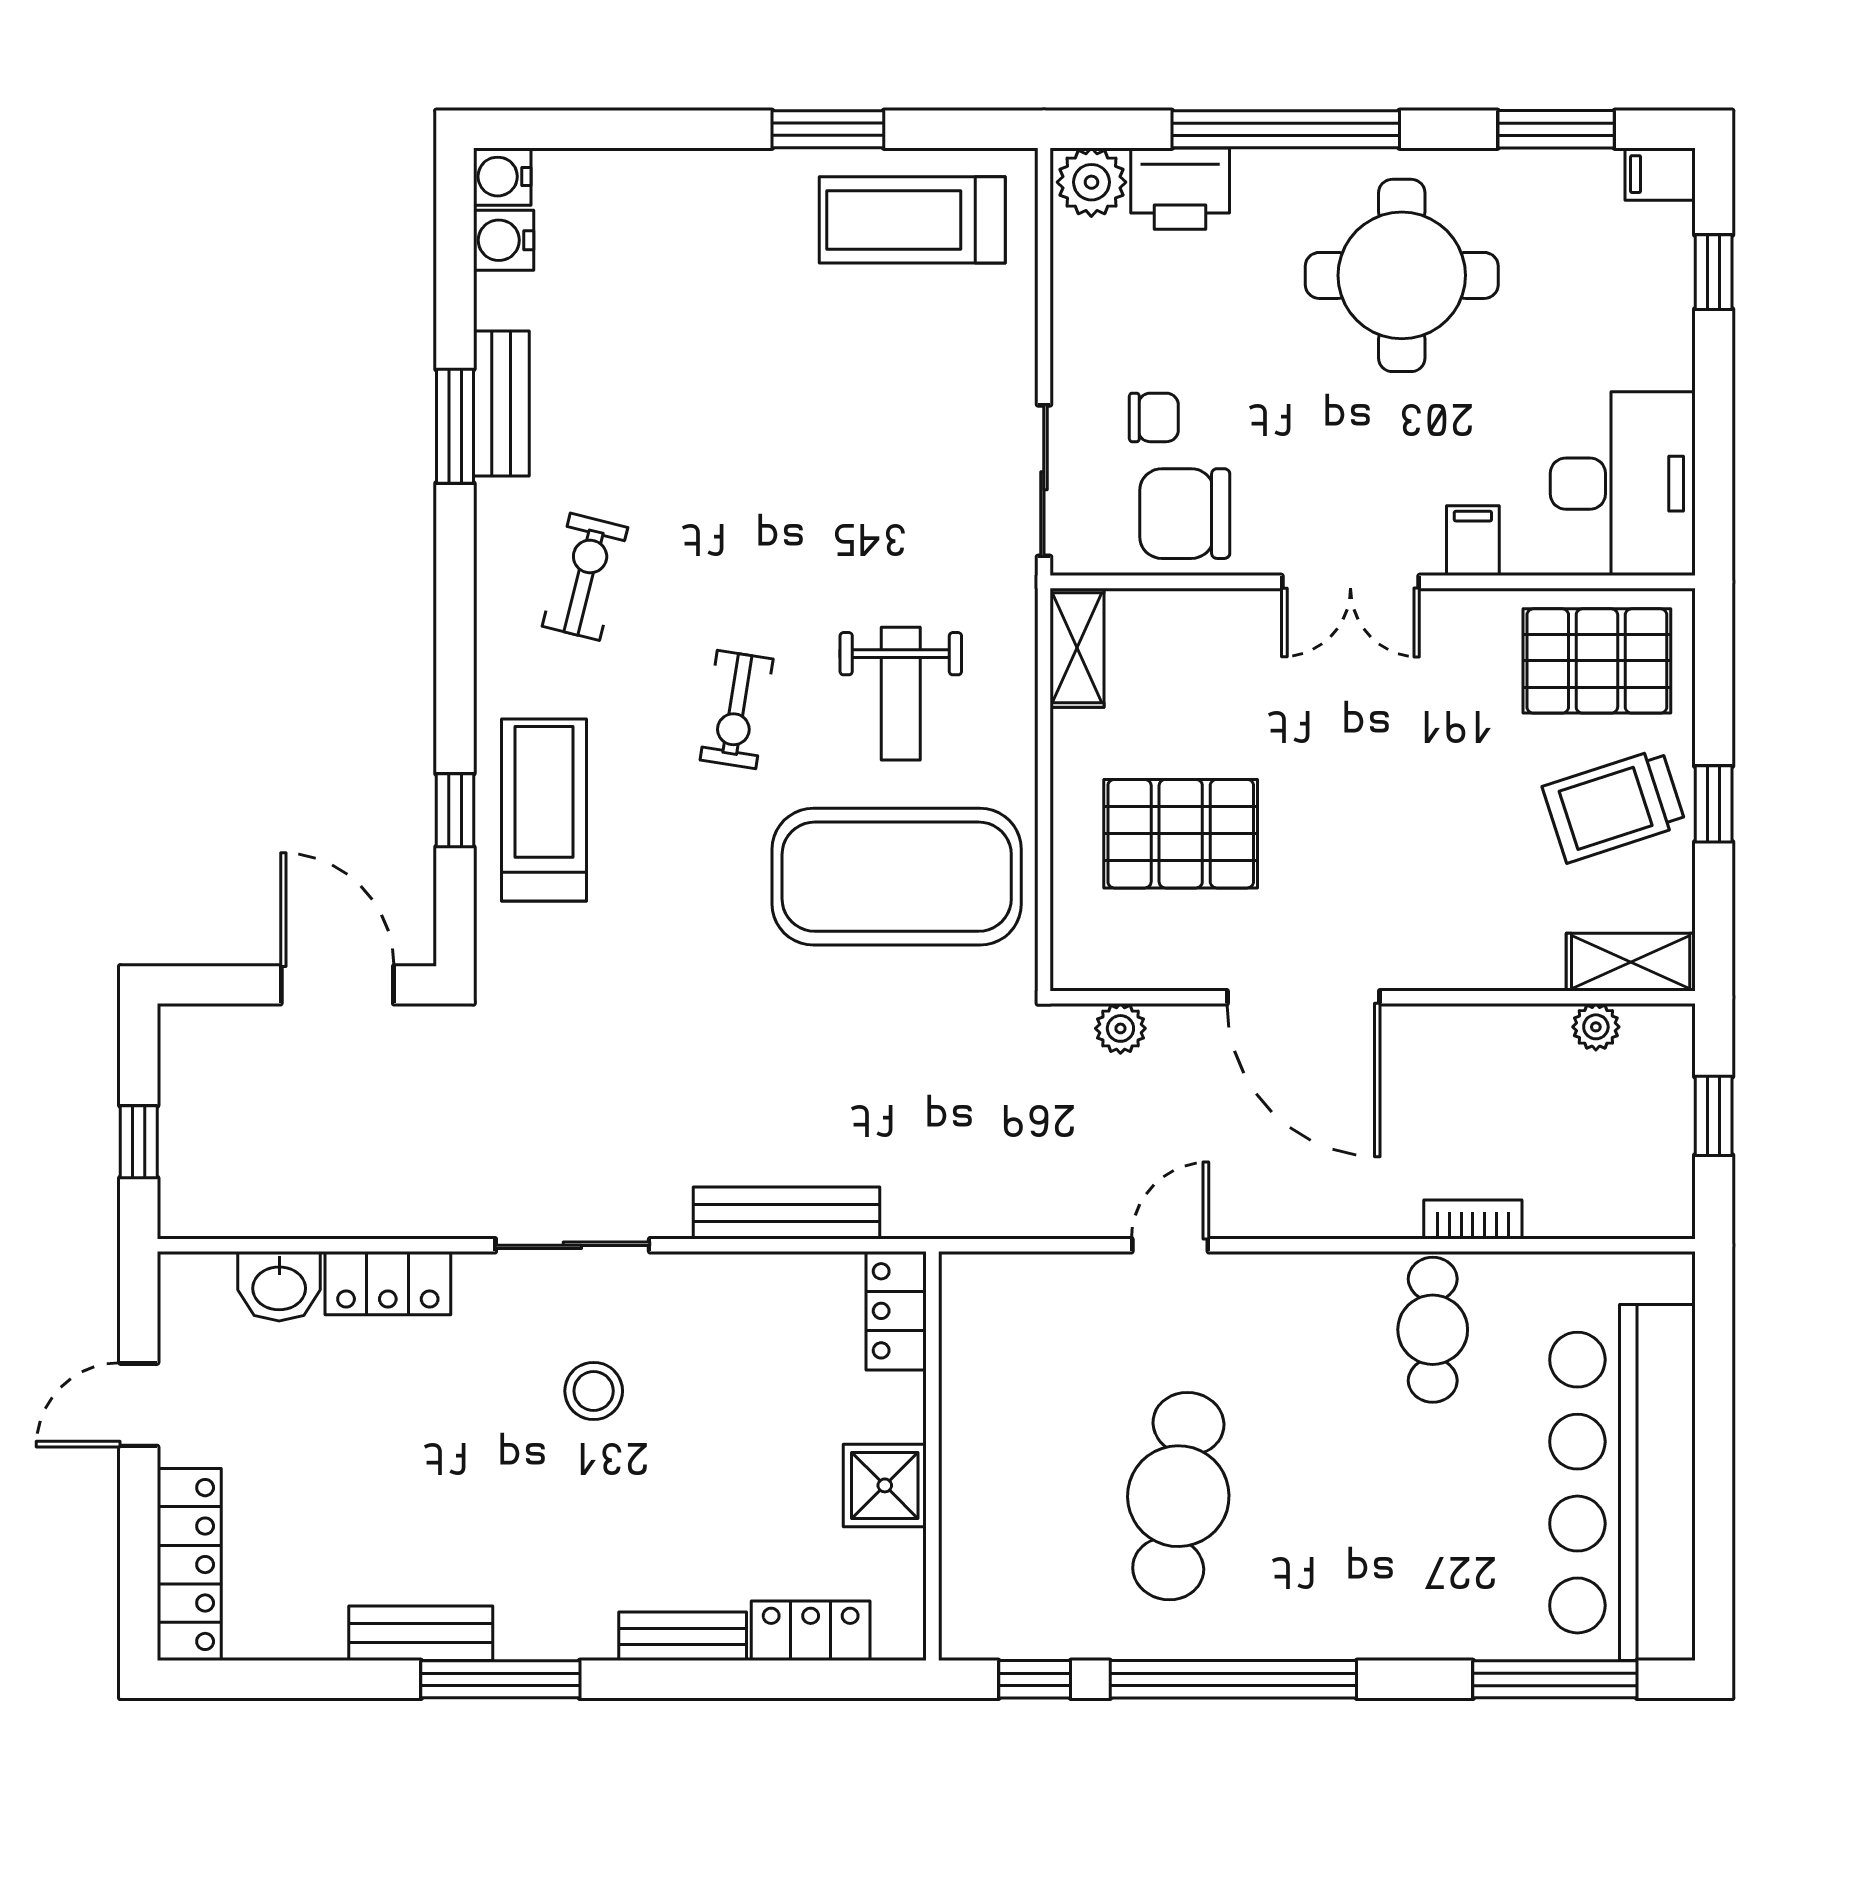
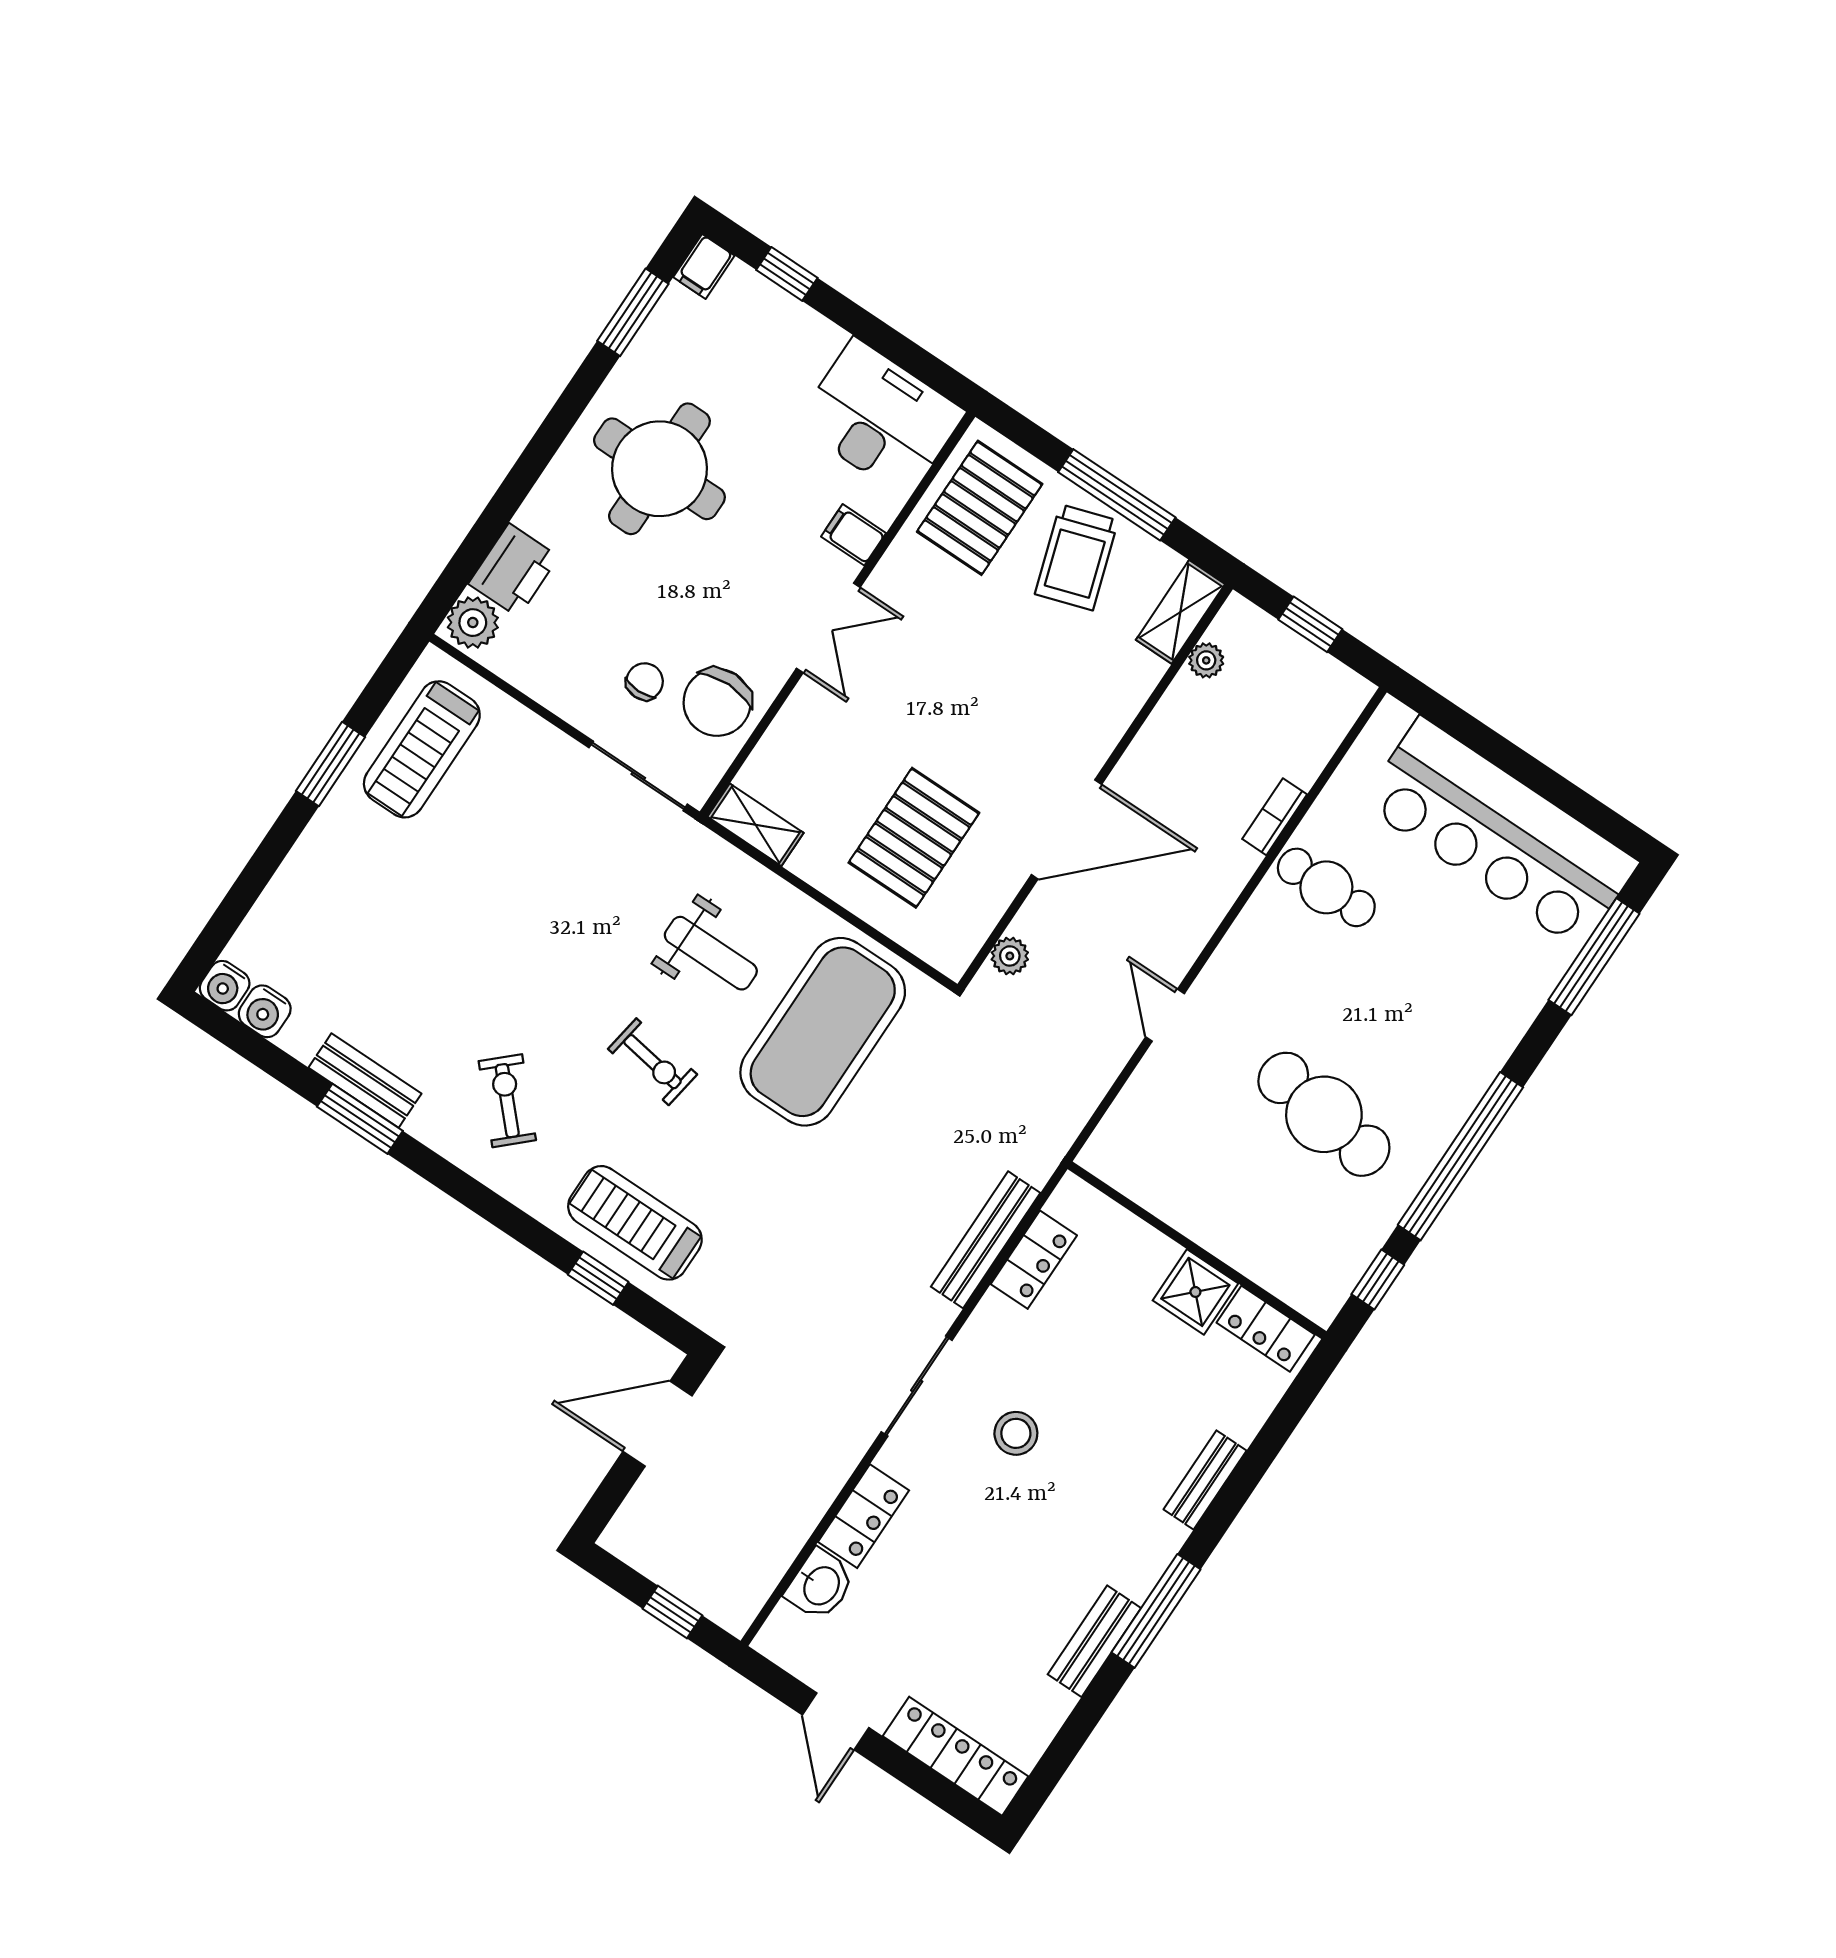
window: (1286, 129) -> (521, 480), removed
exercise bike: (585, 577) -> (507, 1101), turned 33
window: (1714, 804) -> (1117, 495), width x2.17
locker: (896, 1311) -> (1034, 1260), moved, turned -90
locker: (811, 1631) -> (1266, 1329), moved, turned -90

